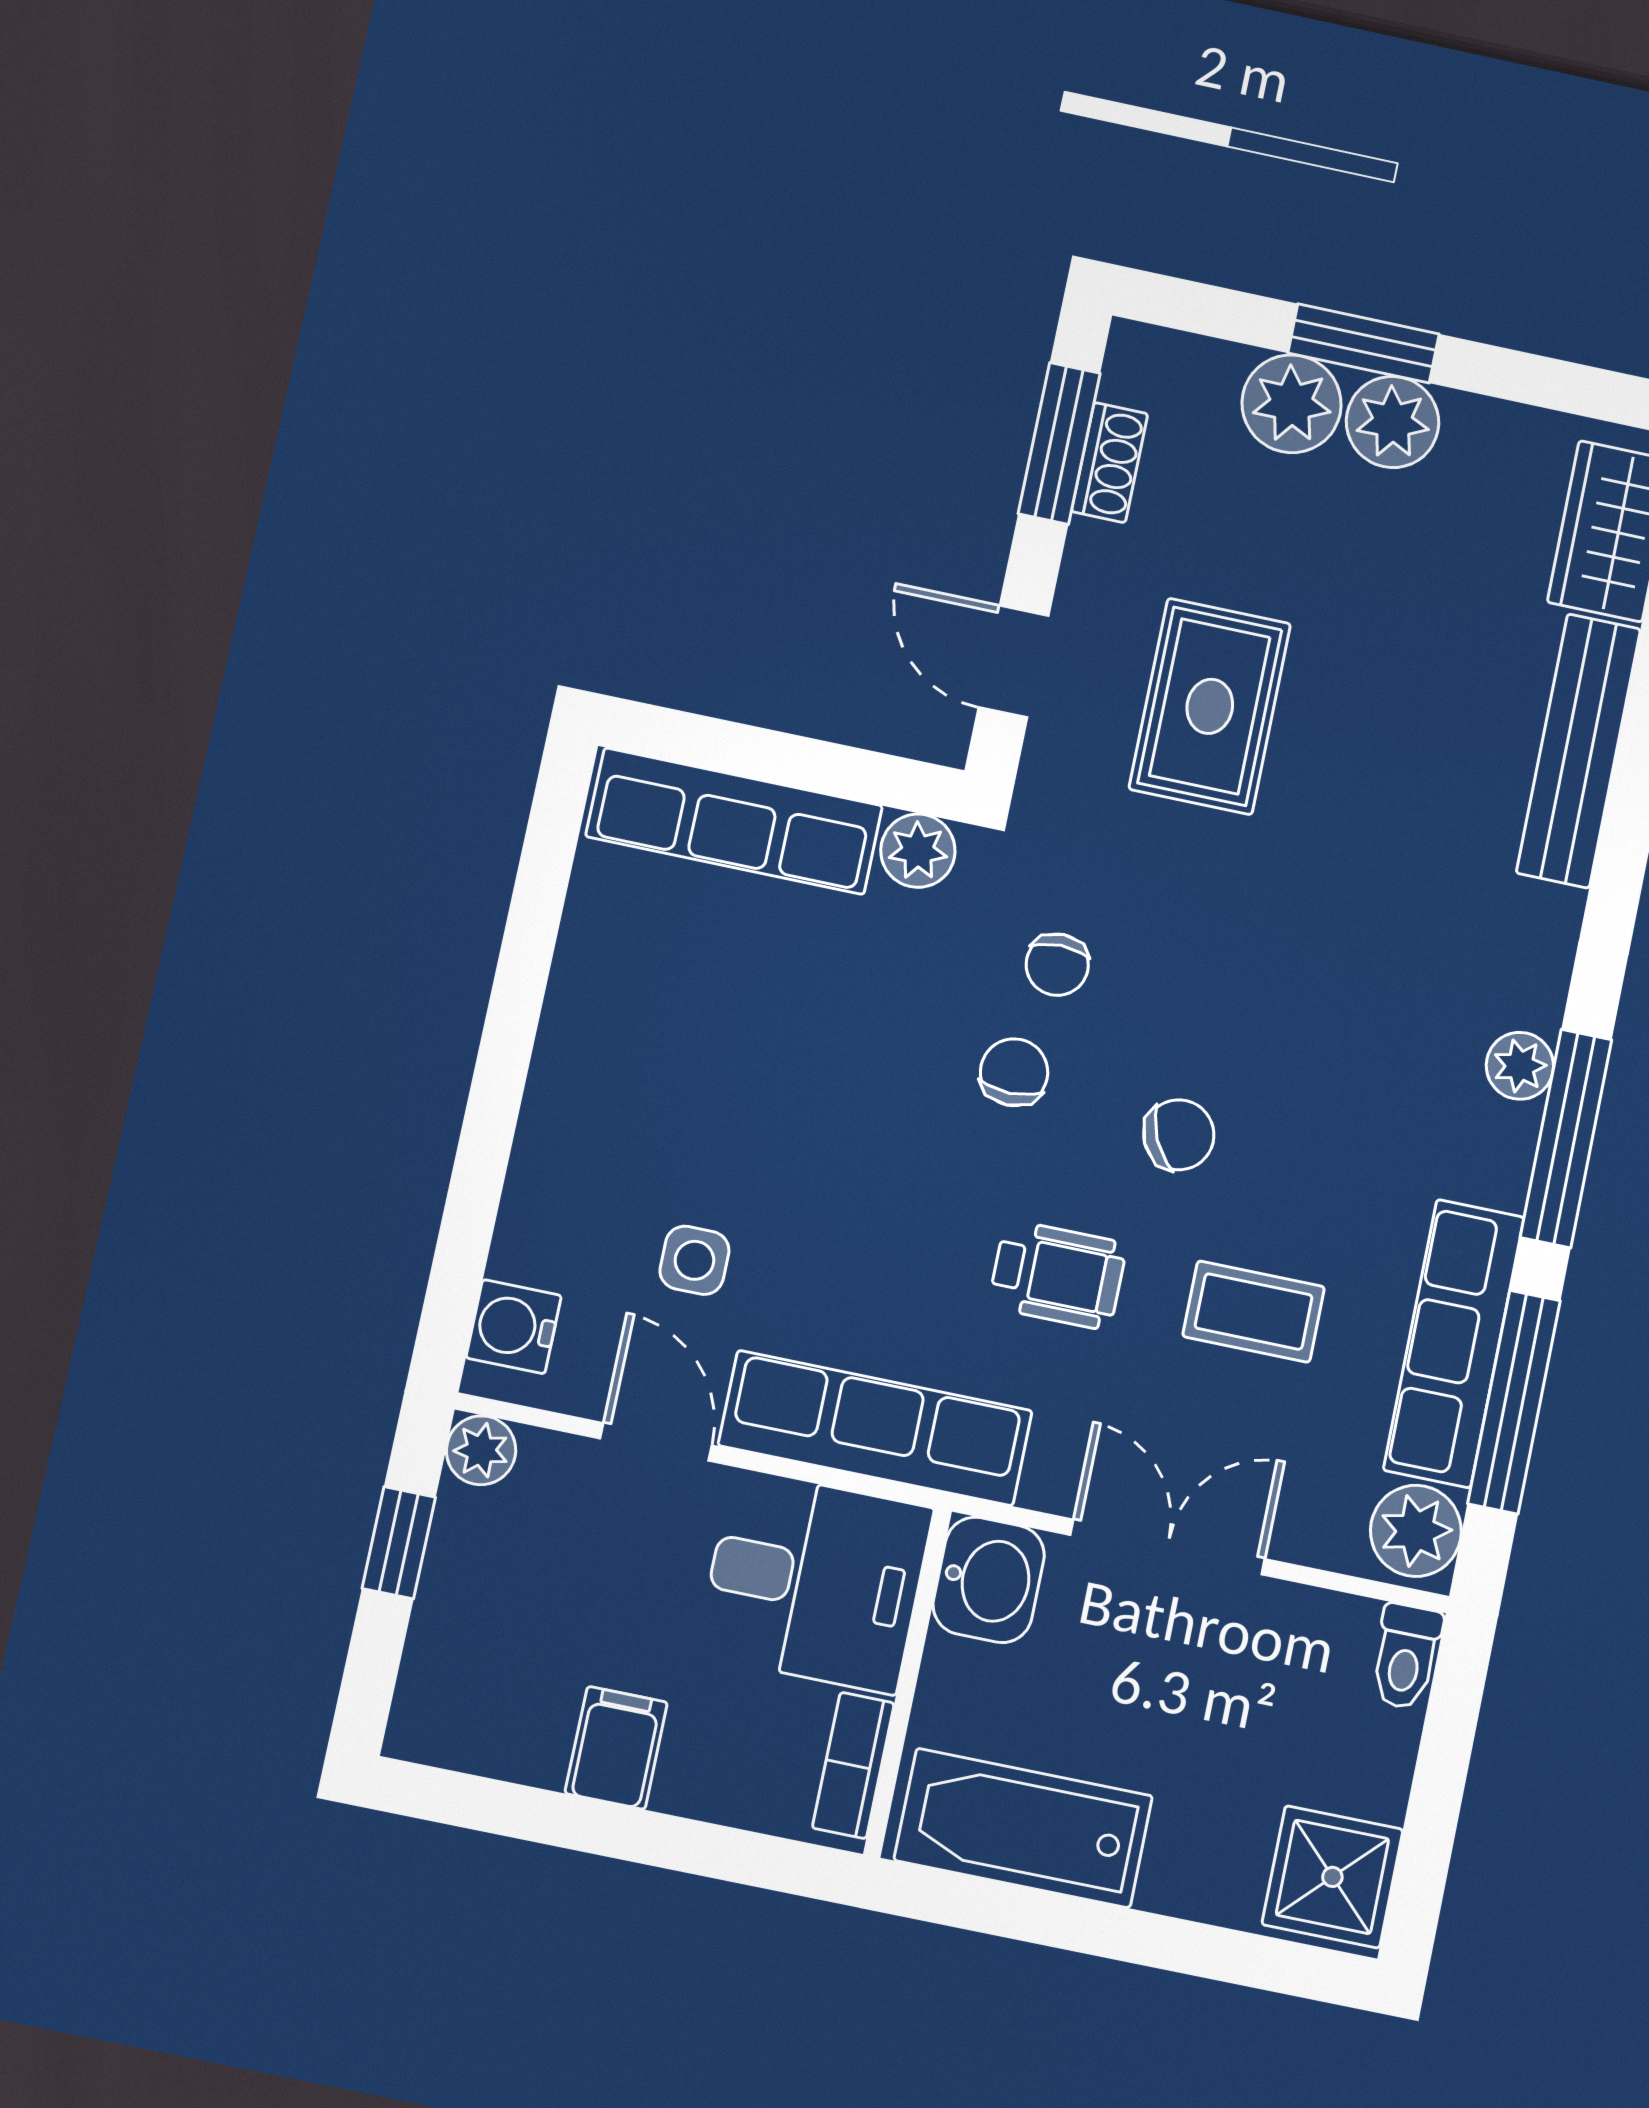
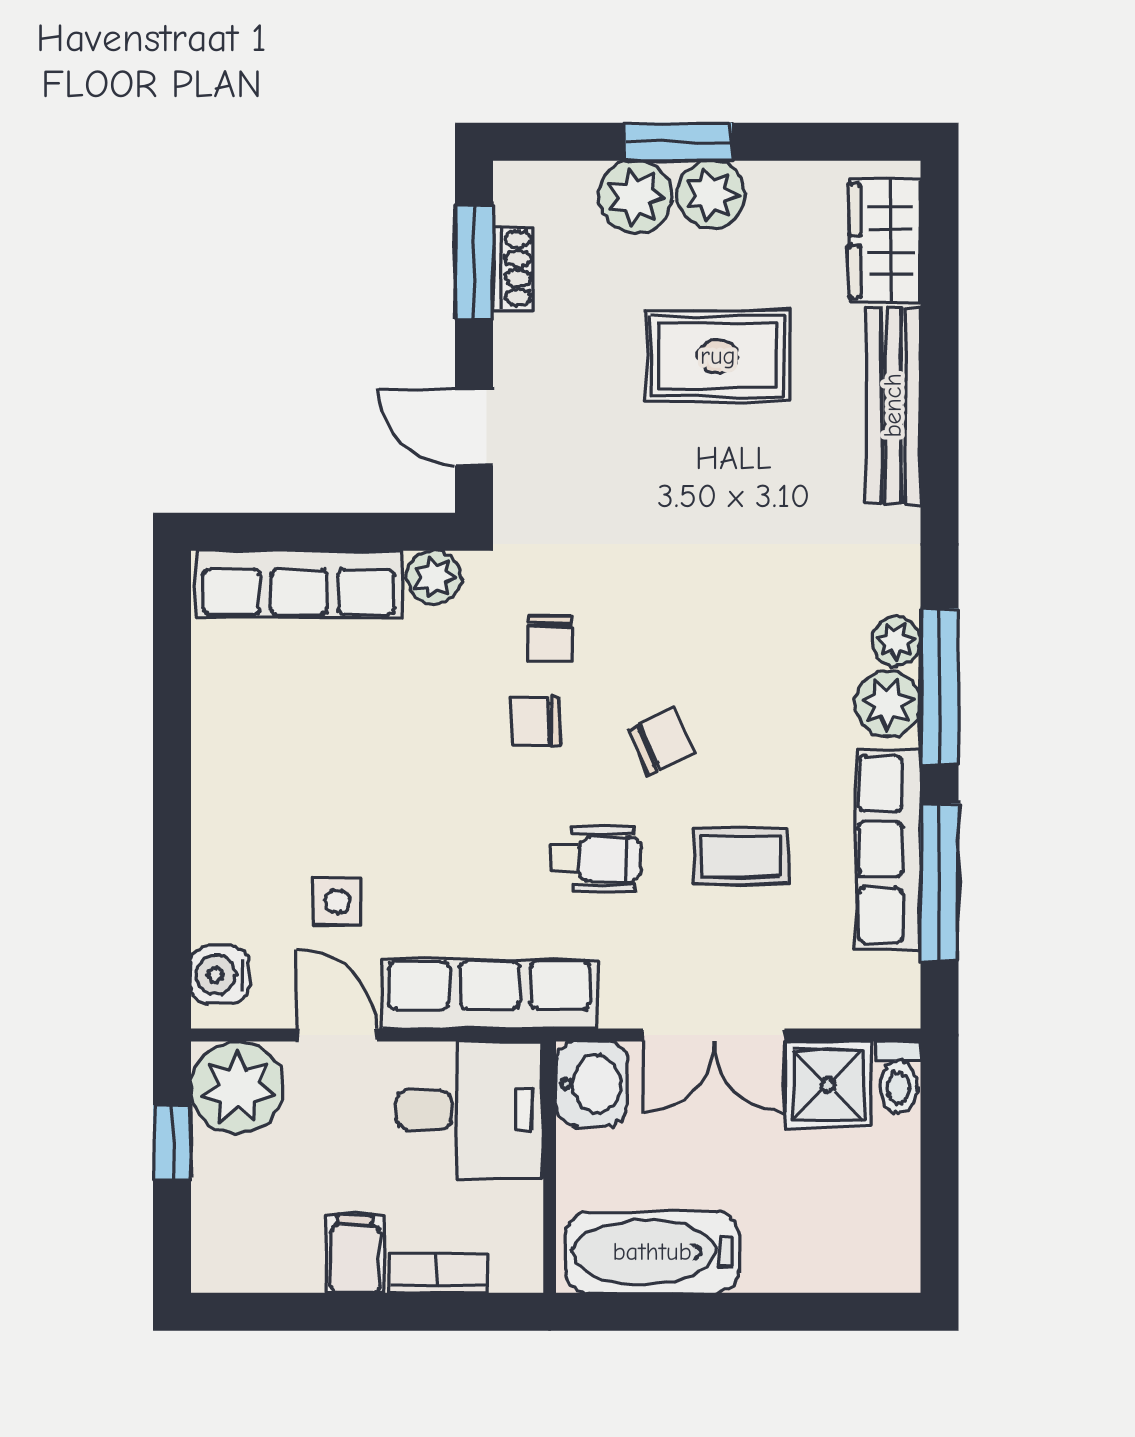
rug: (1210, 706) -> (718, 356), moved, turned 90
chair: (1014, 1072) -> (535, 721), turned -91
plant: (481, 1450) -> (237, 1088), width x1.88, depth x1.88
plant: (1416, 1531) -> (888, 704), moved
double door: (1168, 1547) -> (714, 1035), swing flipped
bookcase: (853, 1765) -> (438, 1273), moved, turned 90
shower: (1332, 1877) -> (828, 1085), moved

